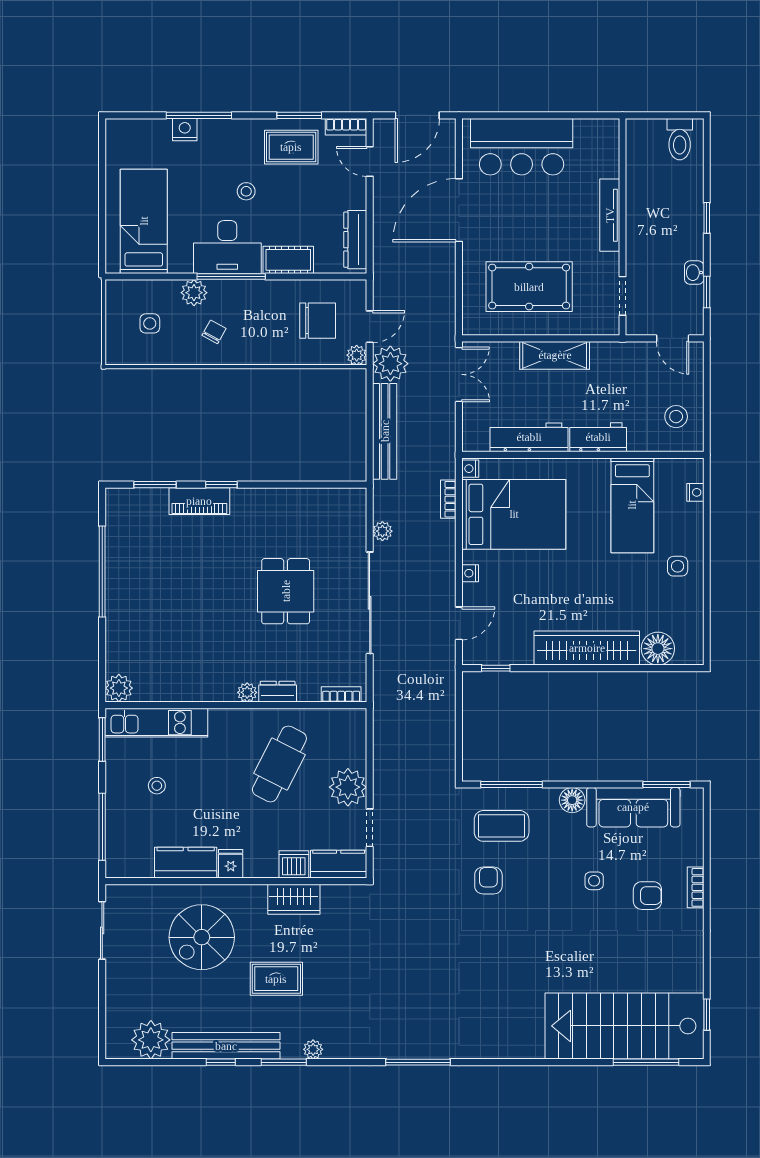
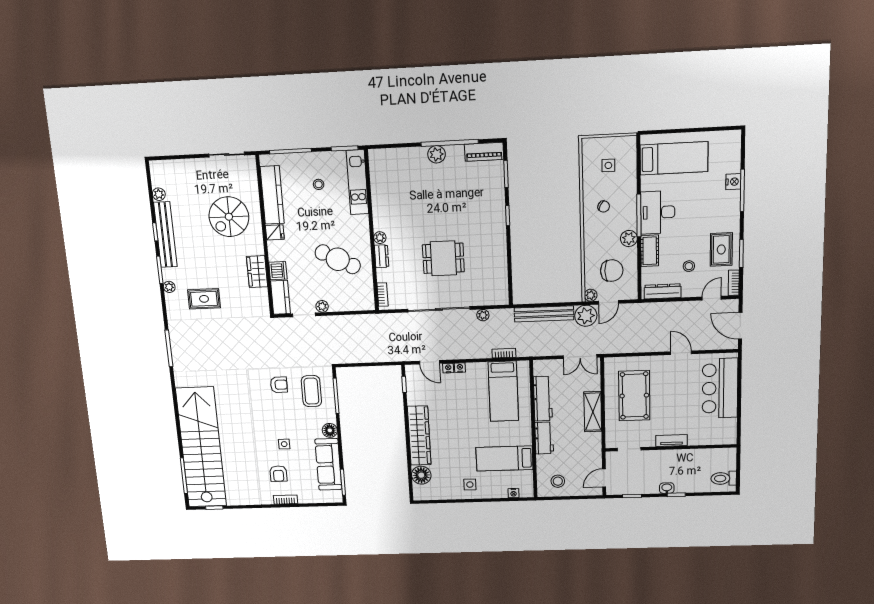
stool: (246, 191) -> (689, 266), moved
door: (459, 210) -> (681, 353), width x0.53
tv unit: (610, 215) -> (671, 441), width x0.71
washbasin: (694, 273) -> (667, 488), moved
plant: (194, 293) -> (629, 238), moved
chair: (318, 321) -> (612, 271), turned -90
door: (370, 327) -> (608, 302), hinge flipped
nightstand: (470, 469) -> (448, 368), moved
piano: (199, 501) -> (484, 152), moved, turned -90
bed: (514, 514) -> (503, 391), width x0.67
plant: (119, 688) -> (436, 154), moved
plant: (348, 787) -> (322, 306), width x0.53, depth x0.53
kitchen counter: (186, 863) -> (272, 195), width x1.50
spiral stairs: (202, 937) -> (229, 217), turned -90
rug: (276, 979) -> (204, 299), moved, turned 90
stairs: (624, 1026) -> (201, 448), width x1.36
plant: (151, 1040) -> (159, 194), width x0.53, depth x0.53

